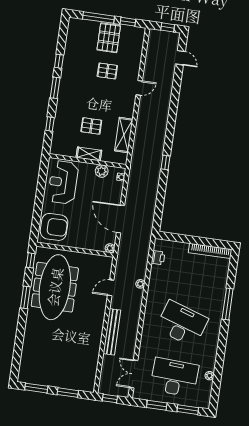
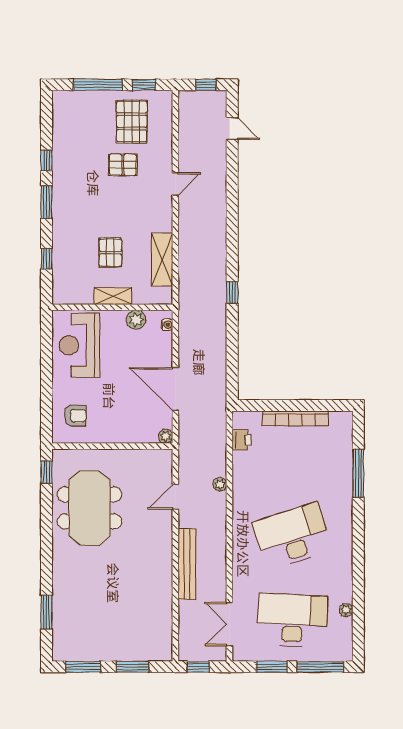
pallet: (109, 38) -> (132, 121), moved
pallet: (91, 126) -> (110, 253), turned 90
armchair: (54, 227) -> (75, 416), width x0.53, depth x0.53
bookcase: (210, 251) -> (295, 418), moved
meeting table: (55, 287) -> (89, 508), width x0.73
window: (25, 297) -> (47, 612), moved
window: (228, 304) -> (358, 473), moved
desk: (182, 324) -> (293, 536), turned -36
window: (188, 410) -> (320, 667), width x1.44

